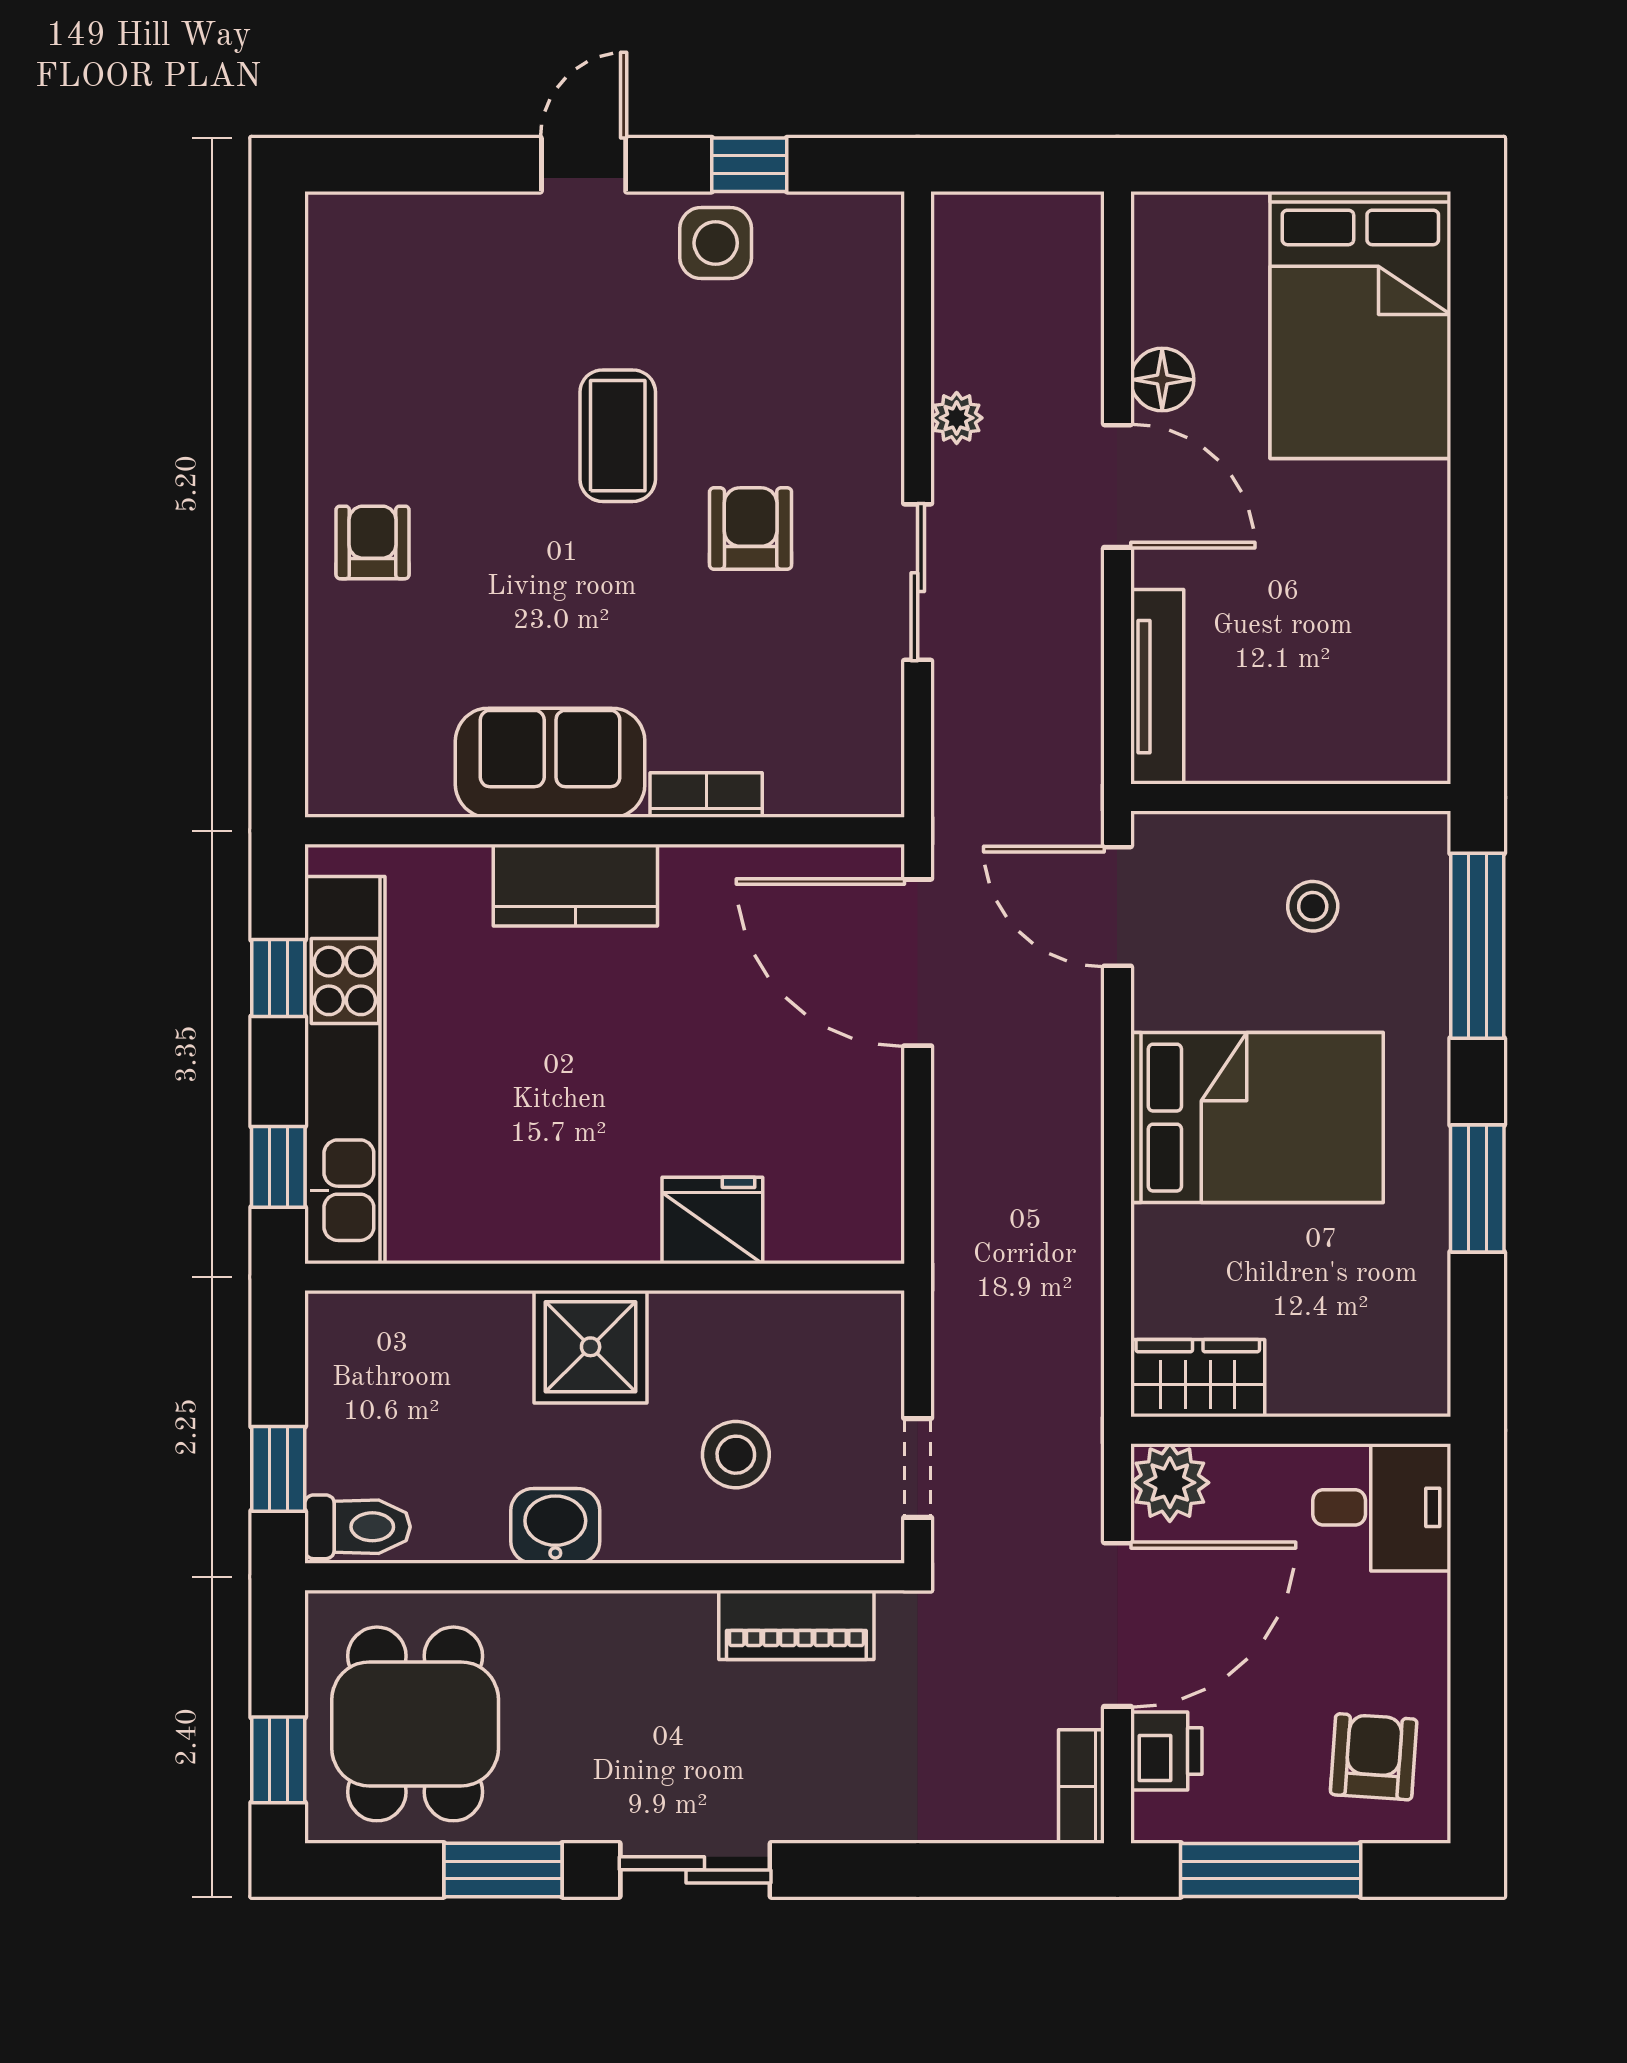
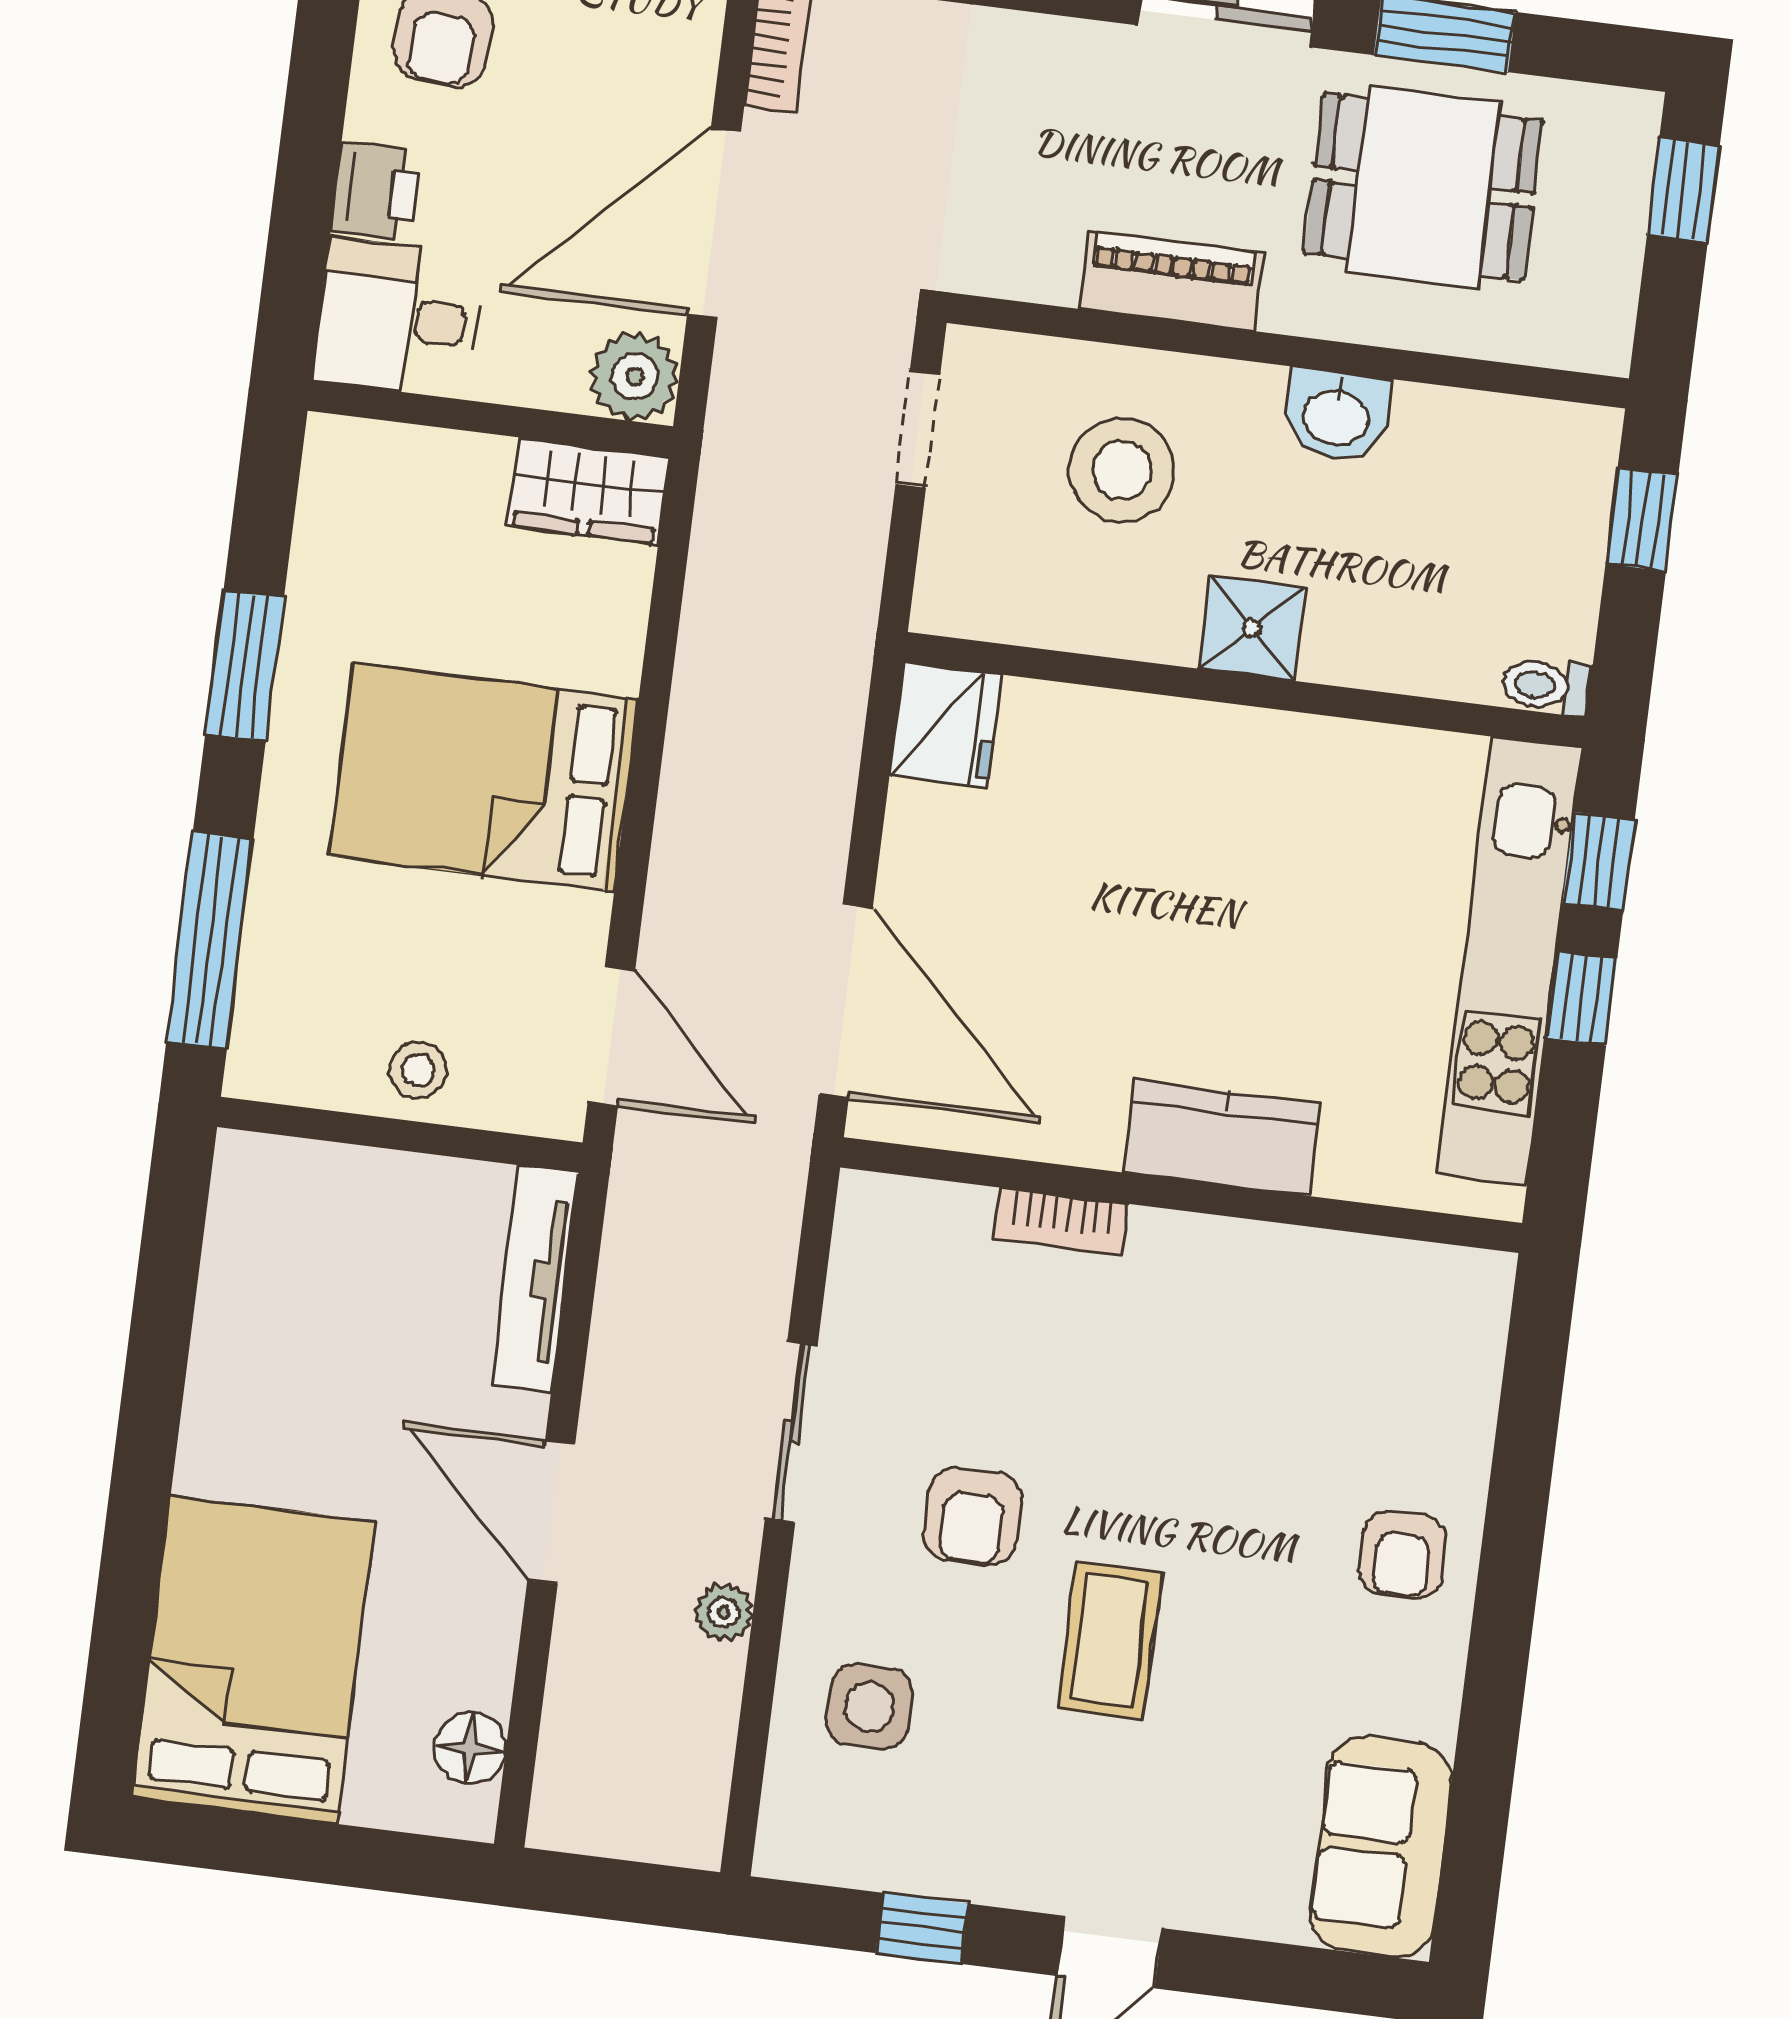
side table: (716, 243) -> (869, 1707), moved
floor lamp: (1162, 380) -> (470, 1748), moved
sofa: (550, 763) -> (1381, 1847), moved, turned 90
stool: (1313, 906) -> (418, 1070), moved
window: (278, 978) -> (1581, 998), moved
fridge: (712, 1220) -> (946, 725), moved, turned -90
shower: (591, 1347) -> (1252, 628), width x0.73, depth x0.73
stool: (736, 1455) -> (1122, 470), width x1.38, depth x1.38
toilet: (358, 1527) -> (1546, 686), moved, width x0.73, depth x0.72
piano: (796, 1625) -> (1171, 281), moved
dining table: (415, 1724) -> (1423, 187), moved, turned 90
printer: (1166, 1751) -> (376, 191), moved, turned 180

